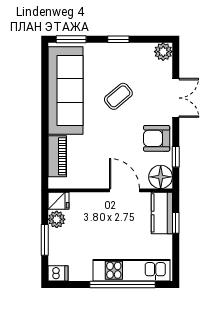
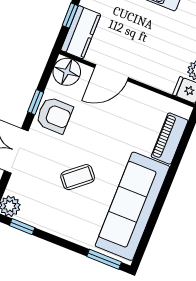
window: (118, 39) -> (22, 227), moved
window: (176, 157) -> (36, 102), moved
door: (124, 190) -> (111, 73), hinge flipped

